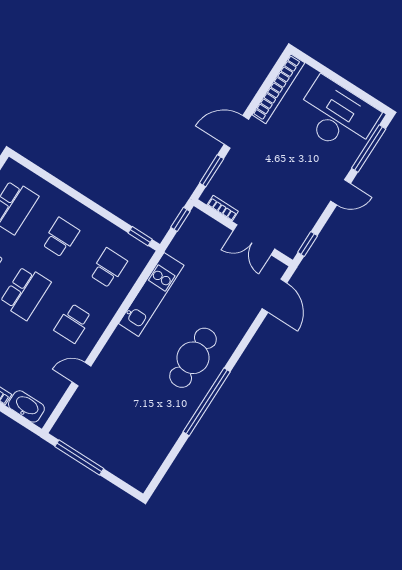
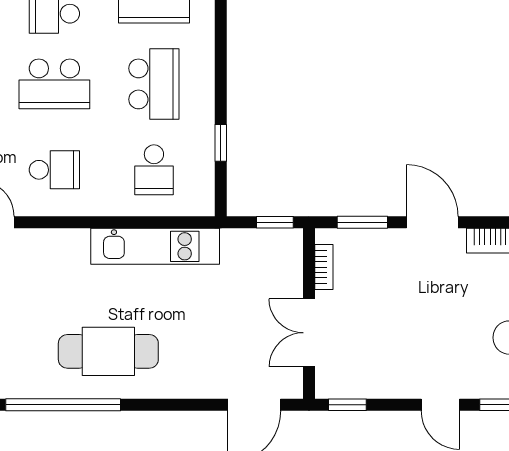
window: (140, 236) -> (221, 143), moved
school desk: (61, 237) -> (154, 84), width x1.85
school desk: (108, 268) -> (154, 170), turned 90
school desk: (73, 323) -> (54, 170), turned 180

